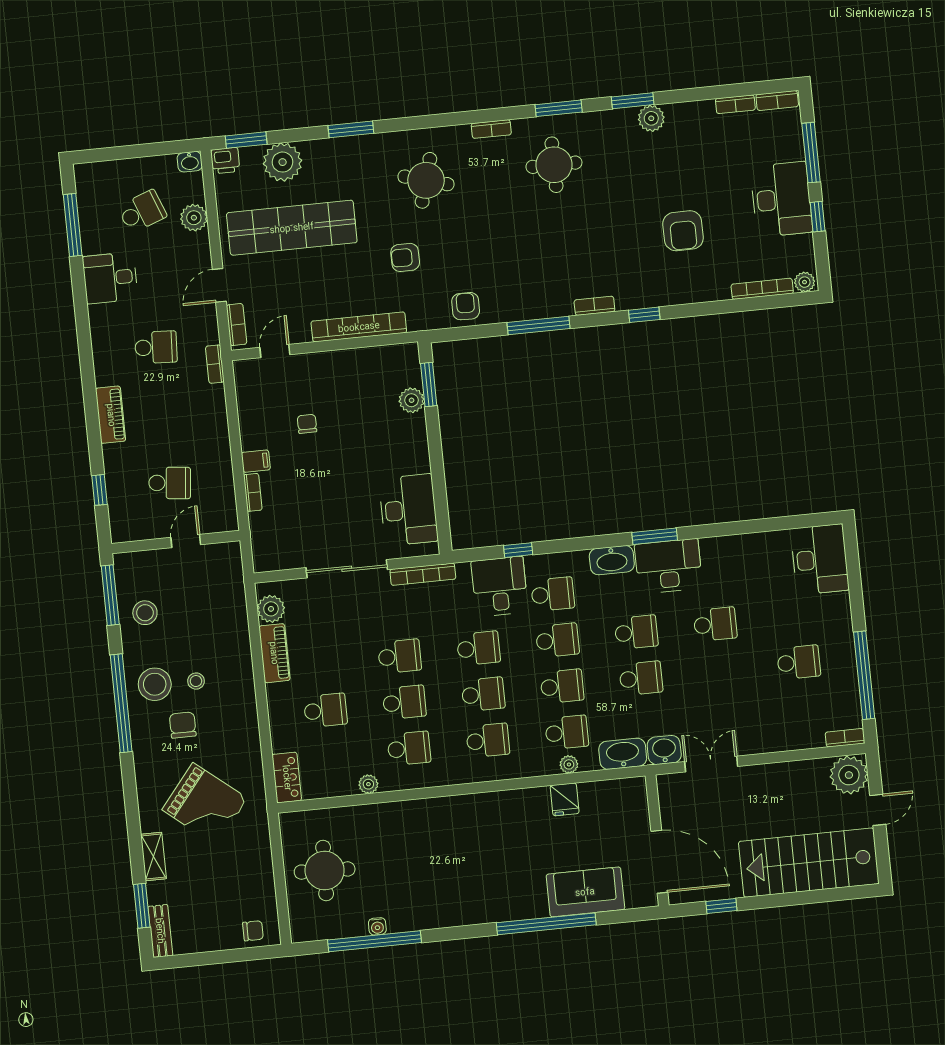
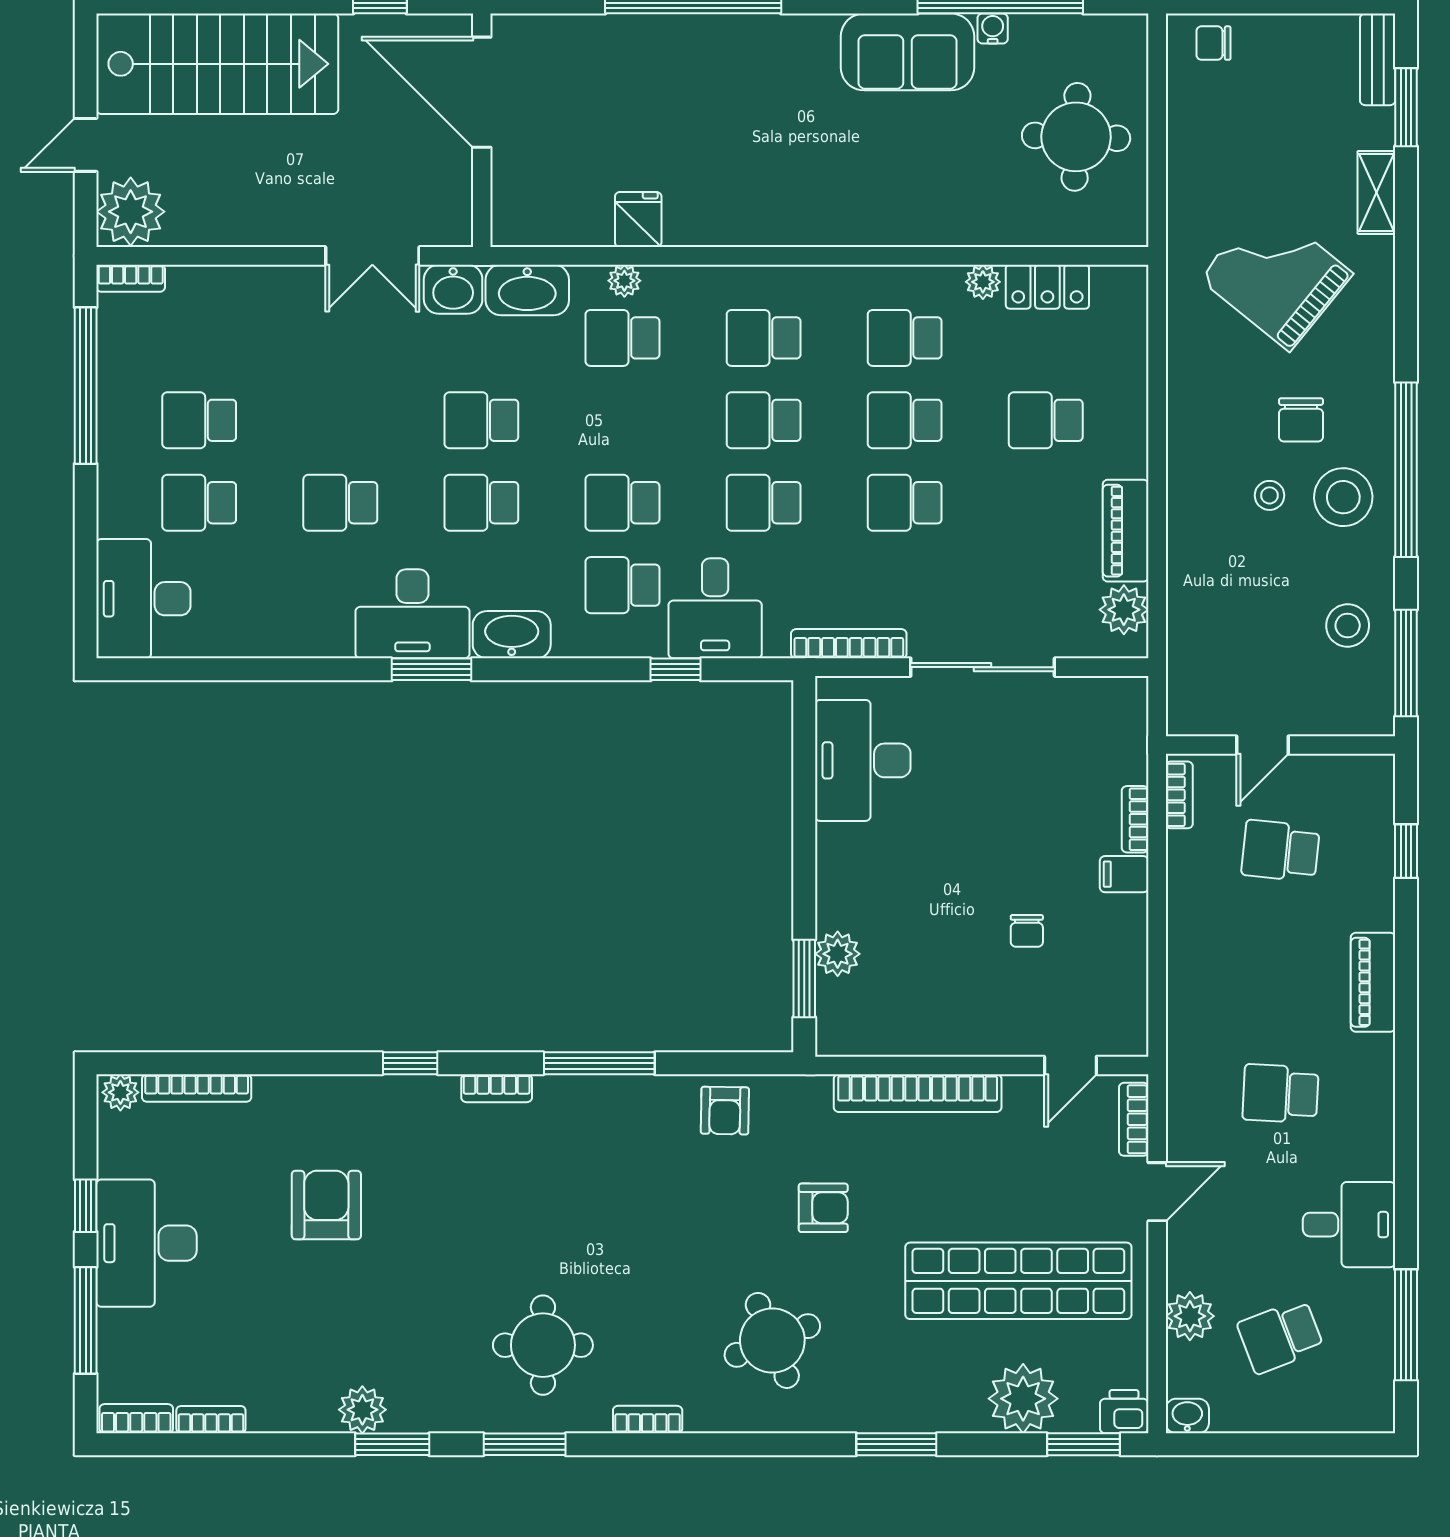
round table: (426, 180) -> (772, 1340), turned -38
bookcase: (215, 364) -> (1179, 795), moved
school desk: (562, 686) -> (199, 503), moved
locker: (287, 778) -> (1047, 287), moved, turned -90
sofa: (585, 892) -> (908, 52), moved

